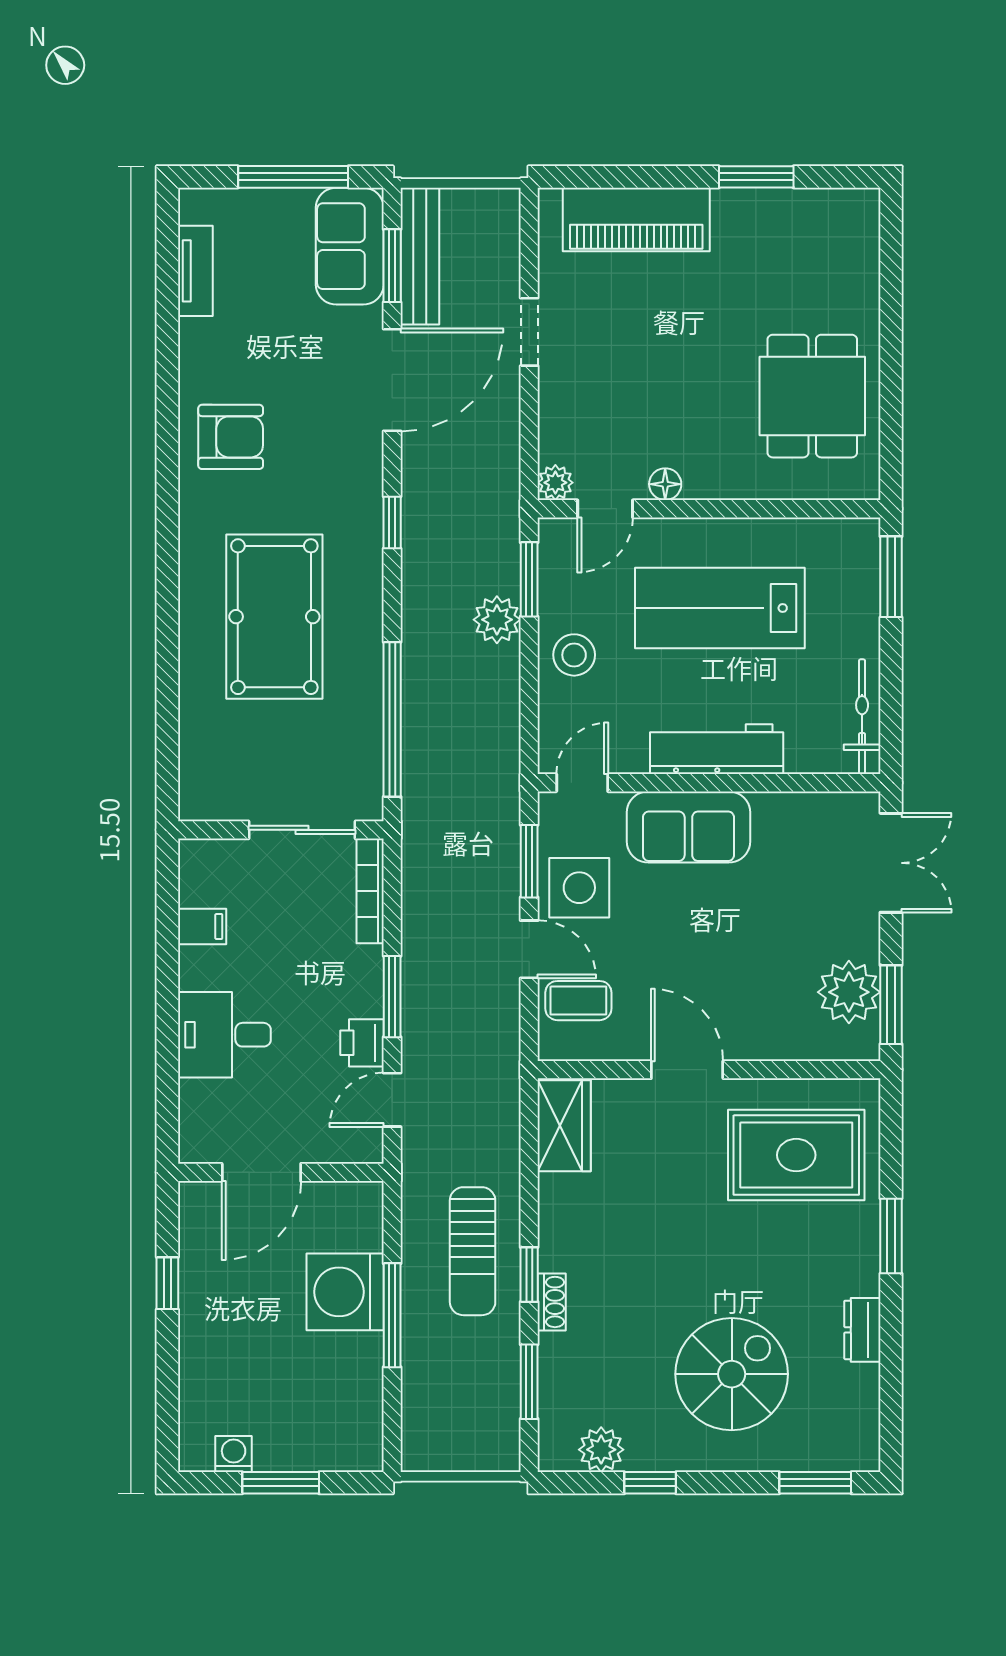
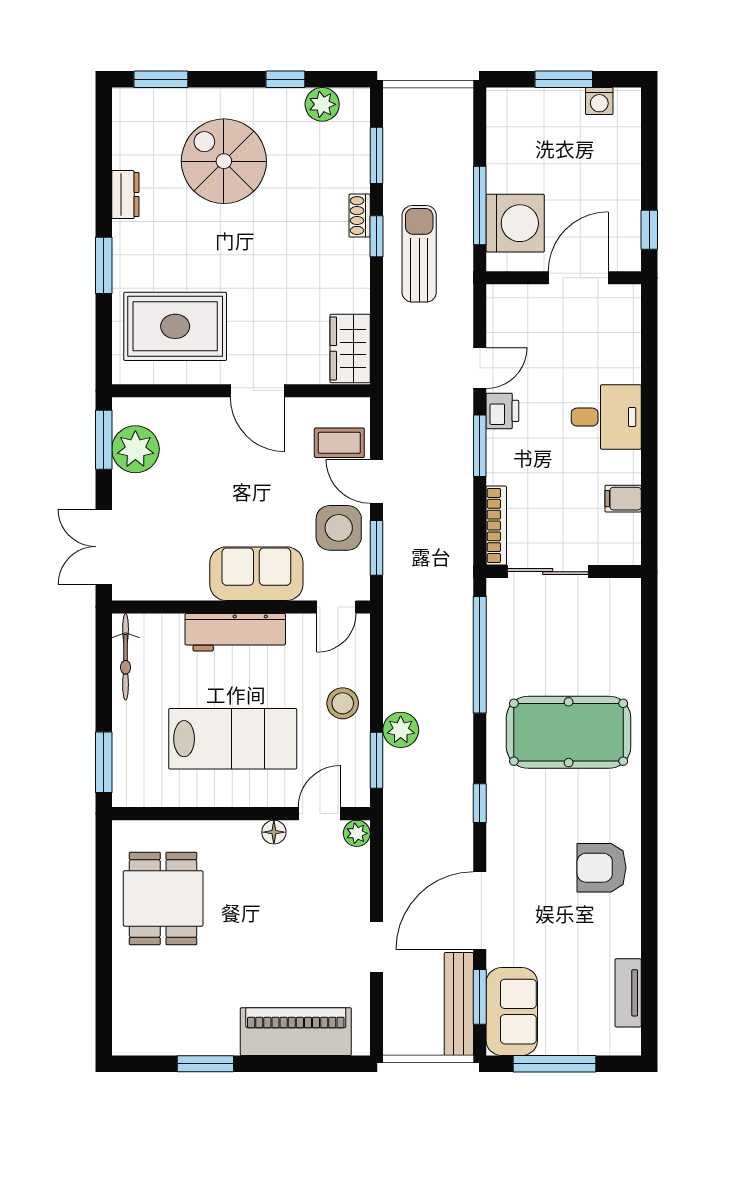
pool table: (274, 617) -> (569, 732), turned 90
door: (261, 1172) -> (578, 278), moved
wall: (281, 1172) -> (564, 278), moved
spiral stairs: (732, 1374) -> (224, 161), turned 90

